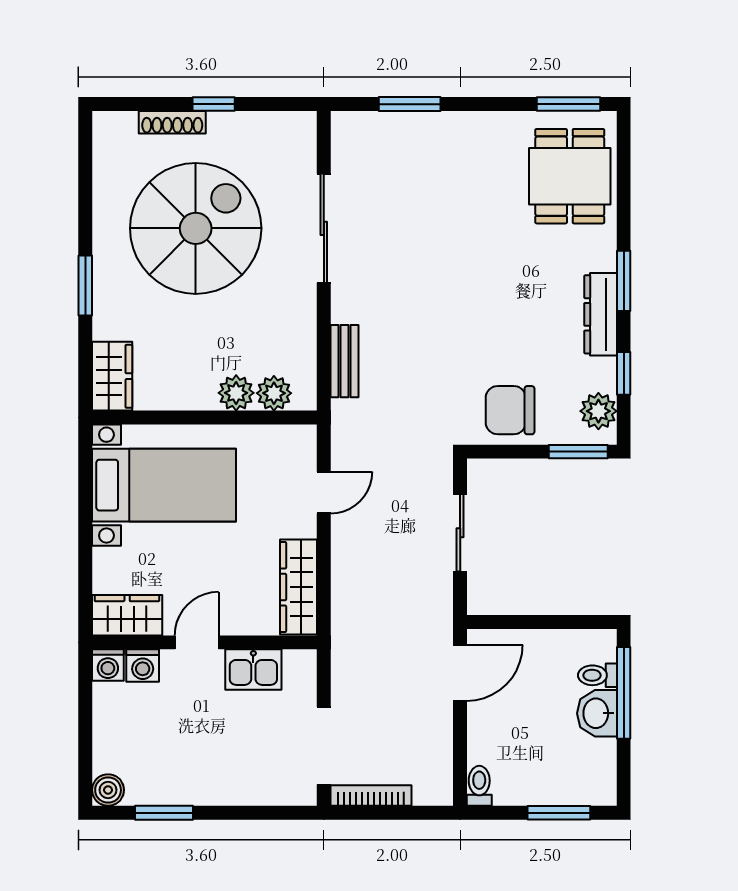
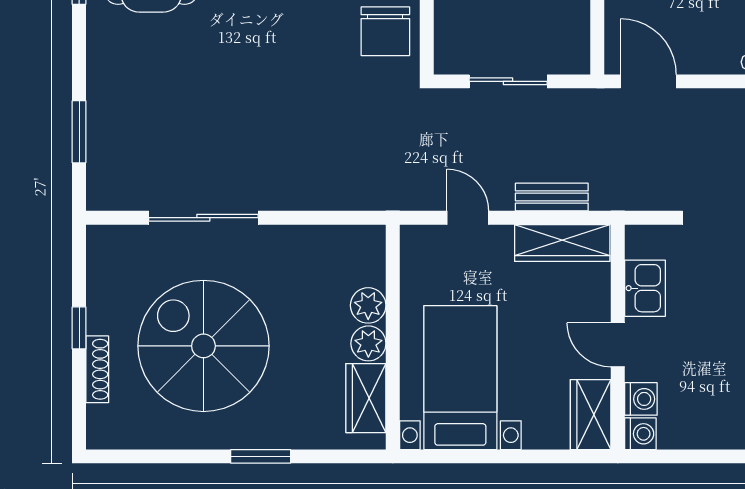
bench: (344, 361) -> (552, 197), moved
wardrobe: (112, 376) -> (366, 398), moved, turned -90
plant: (274, 393) -> (368, 343), moved

